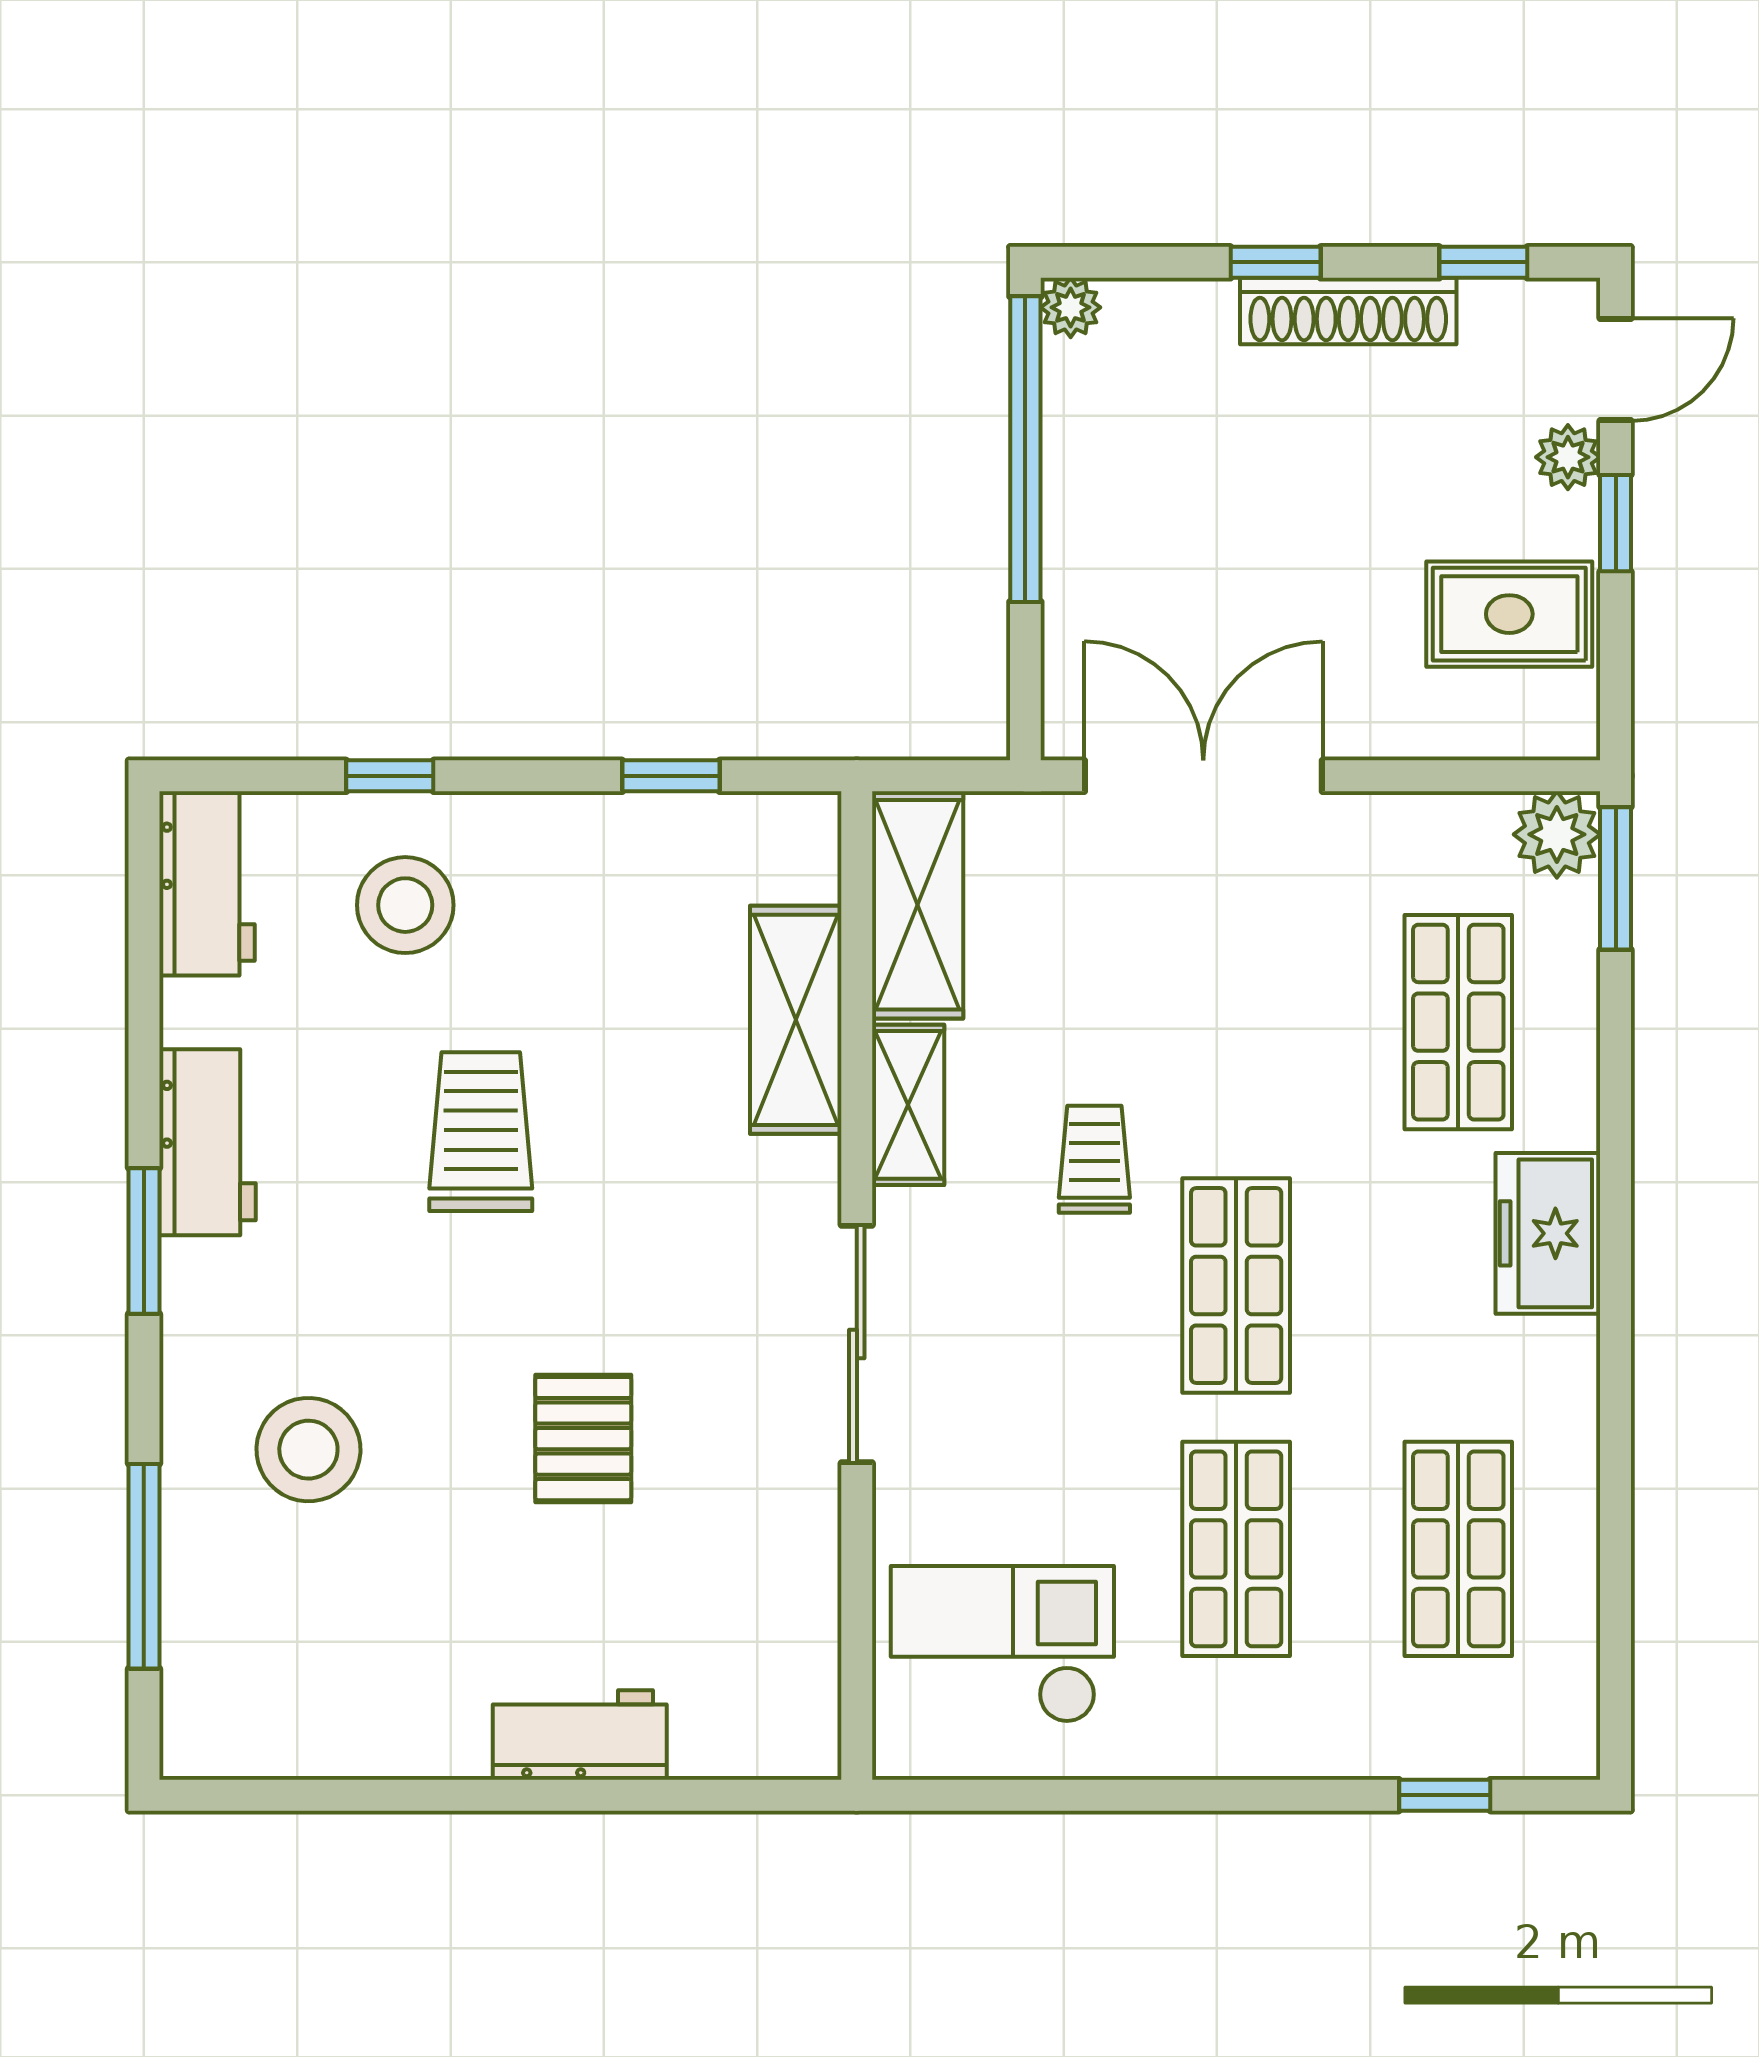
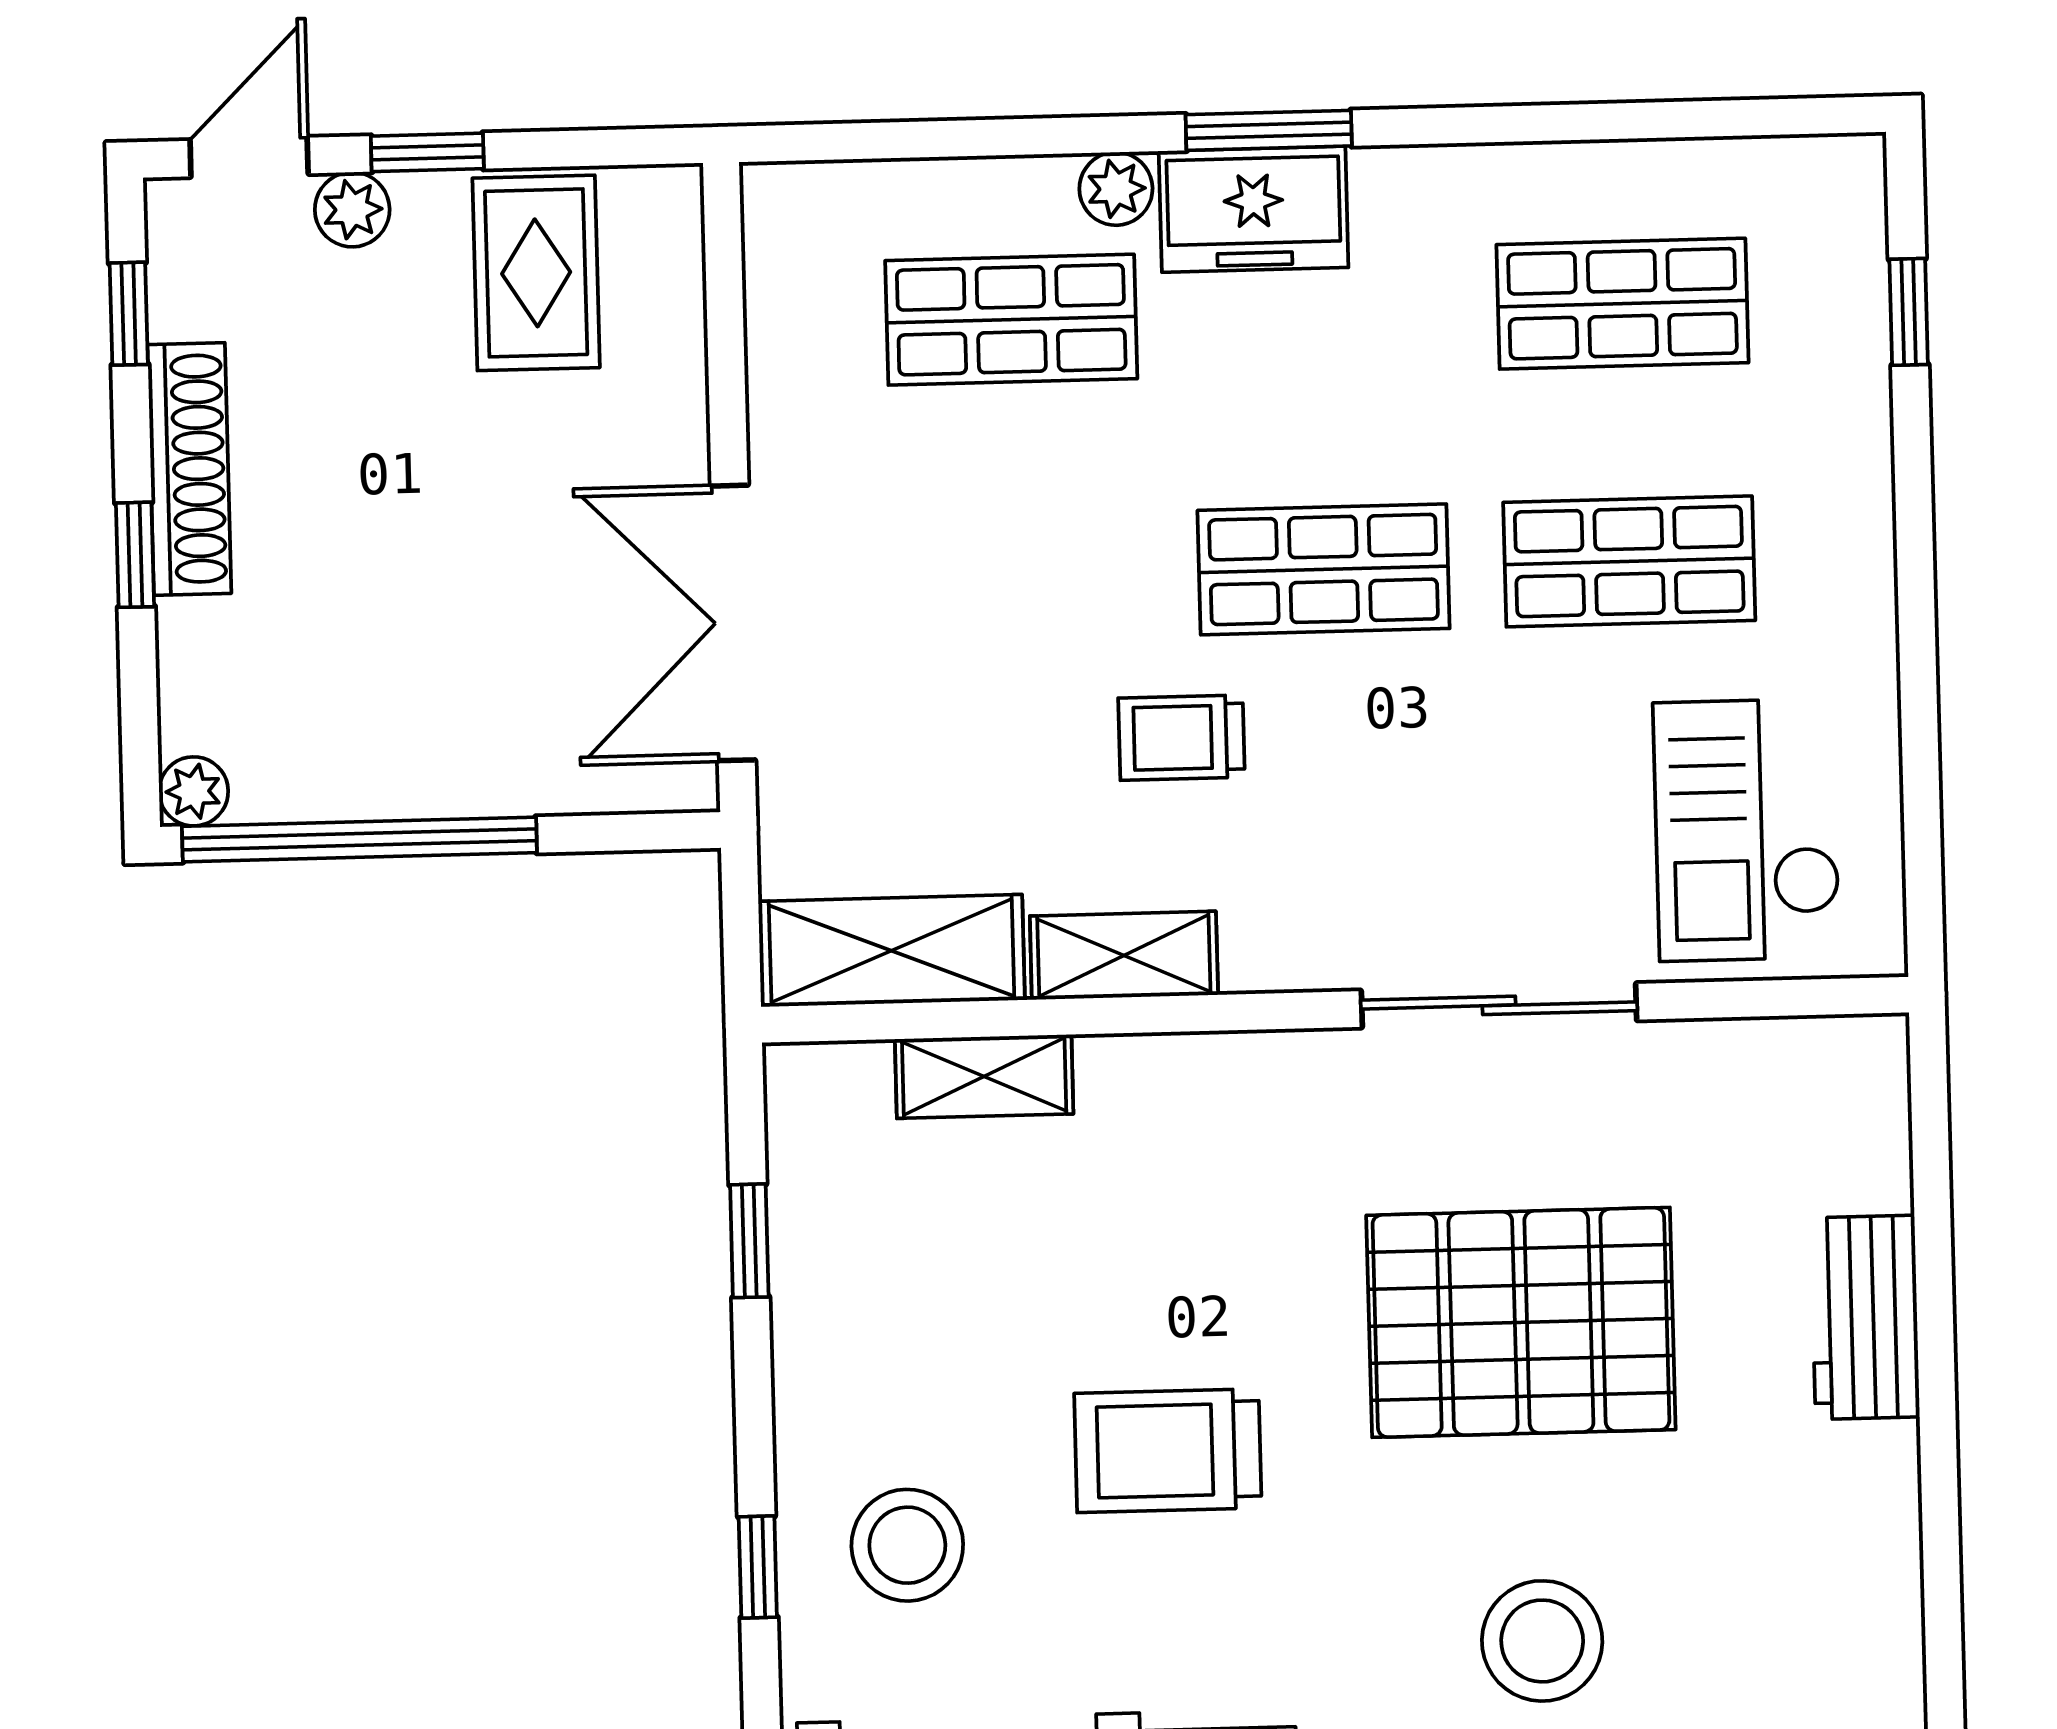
door: (1616, 370) -> (249, 157), hinge flipped
plant: (1557, 834) -> (1116, 189), moved, width x0.73, depth x0.73
window: (1616, 878) -> (1269, 130), moved
shelving: (796, 1020) -> (984, 1076), width x0.67, depth x0.75
sliding door: (857, 1344) -> (1499, 1005), moved
pallet: (583, 1439) -> (1521, 1322), width x2.05, depth x2.00

